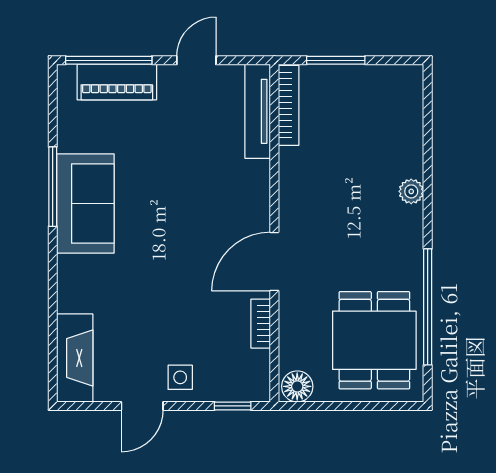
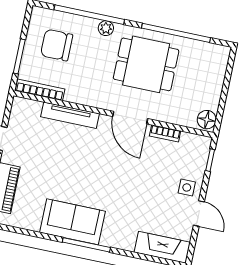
tv unit: (258, 111) -> (70, 115), moved
chair: (367, 117) -> (57, 45), added
window: (428, 160) -> (89, 15), added
window: (53, 187) -> (86, 245), moved
dining table: (374, 340) -> (146, 64), moved

